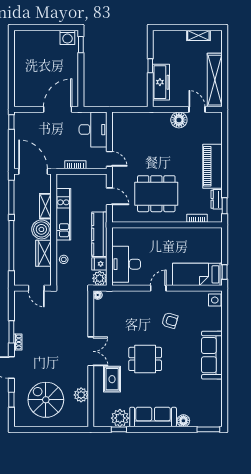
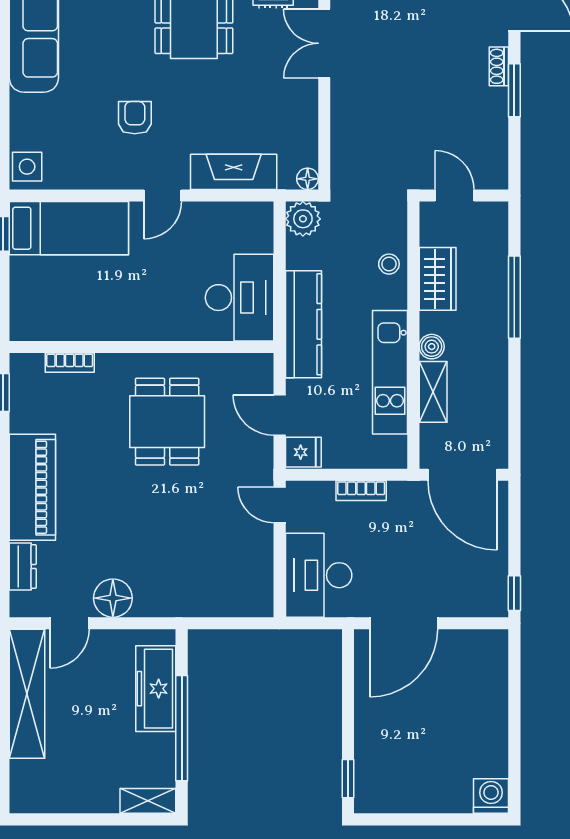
shelving: (198, 35) -> (148, 801), moved
washing machine: (67, 37) -> (491, 796), moved
window: (150, 66) -> (182, 728), width x3.17
door: (197, 109) -> (70, 623), hinge flipped
dining table: (156, 194) -> (167, 422), width x0.73
window: (11, 197) -> (514, 413), removed
dresser: (217, 199) -> (23, 566), moved
boiler: (41, 229) -> (432, 347), width x0.54, depth x0.54
window: (11, 246) -> (514, 297), width x0.68
fridge: (99, 264) -> (303, 452), moved
desk: (126, 264) -> (240, 298), moved
fireplace: (129, 298) -> (234, 172), added
armchair: (170, 320) -> (135, 118), turned 73

